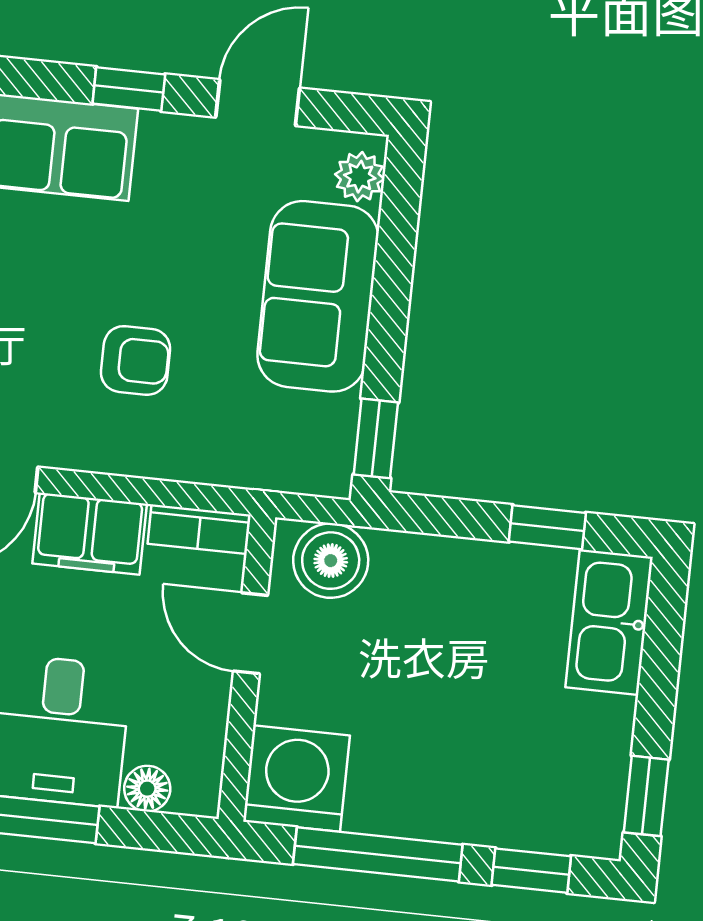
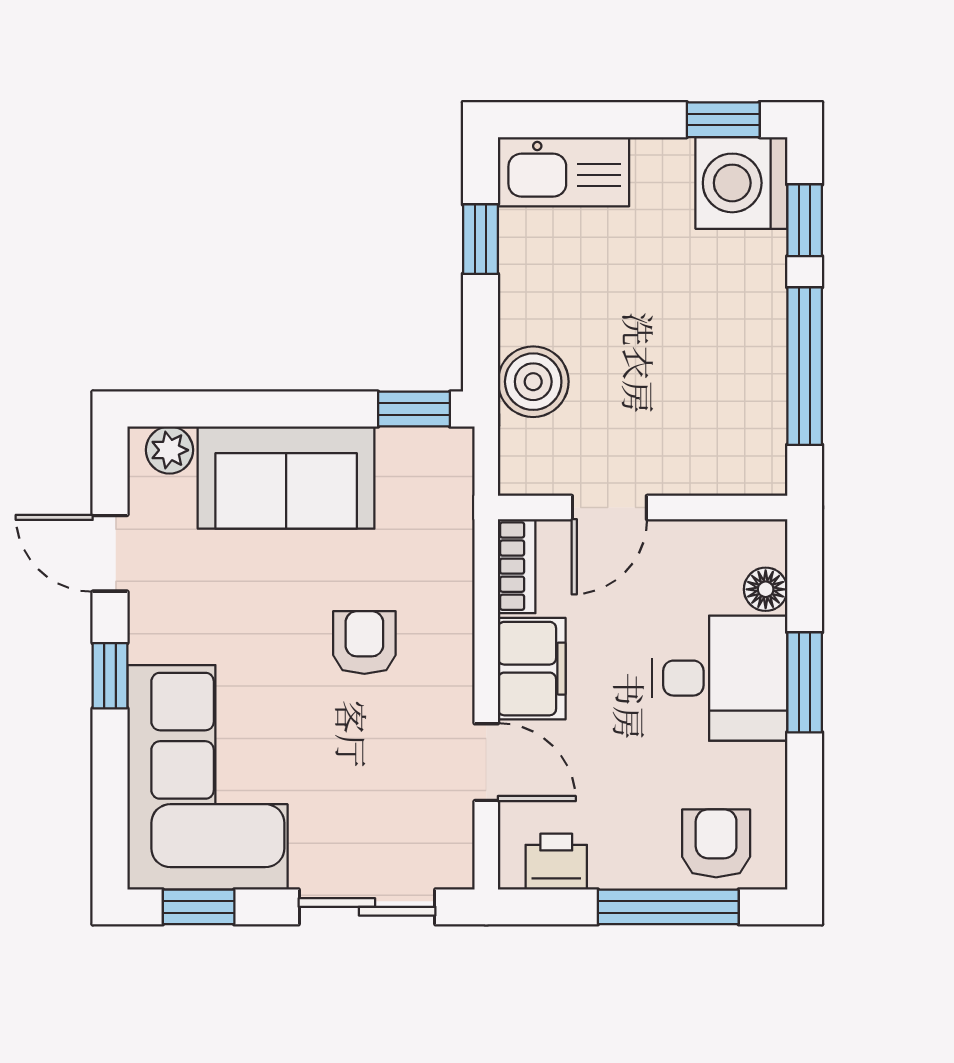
boiler: (331, 561) -> (533, 382), moved
washing machine: (297, 779) -> (741, 183), moved

